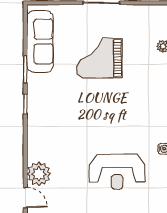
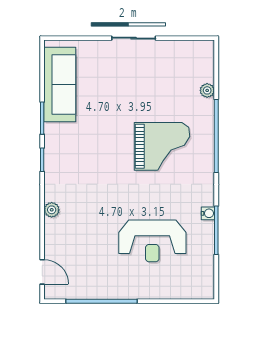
grand piano: (99, 58) -> (162, 146), moved, turned 180
plant: (39, 174) -> (52, 210), moved, width x0.53, depth x0.53

